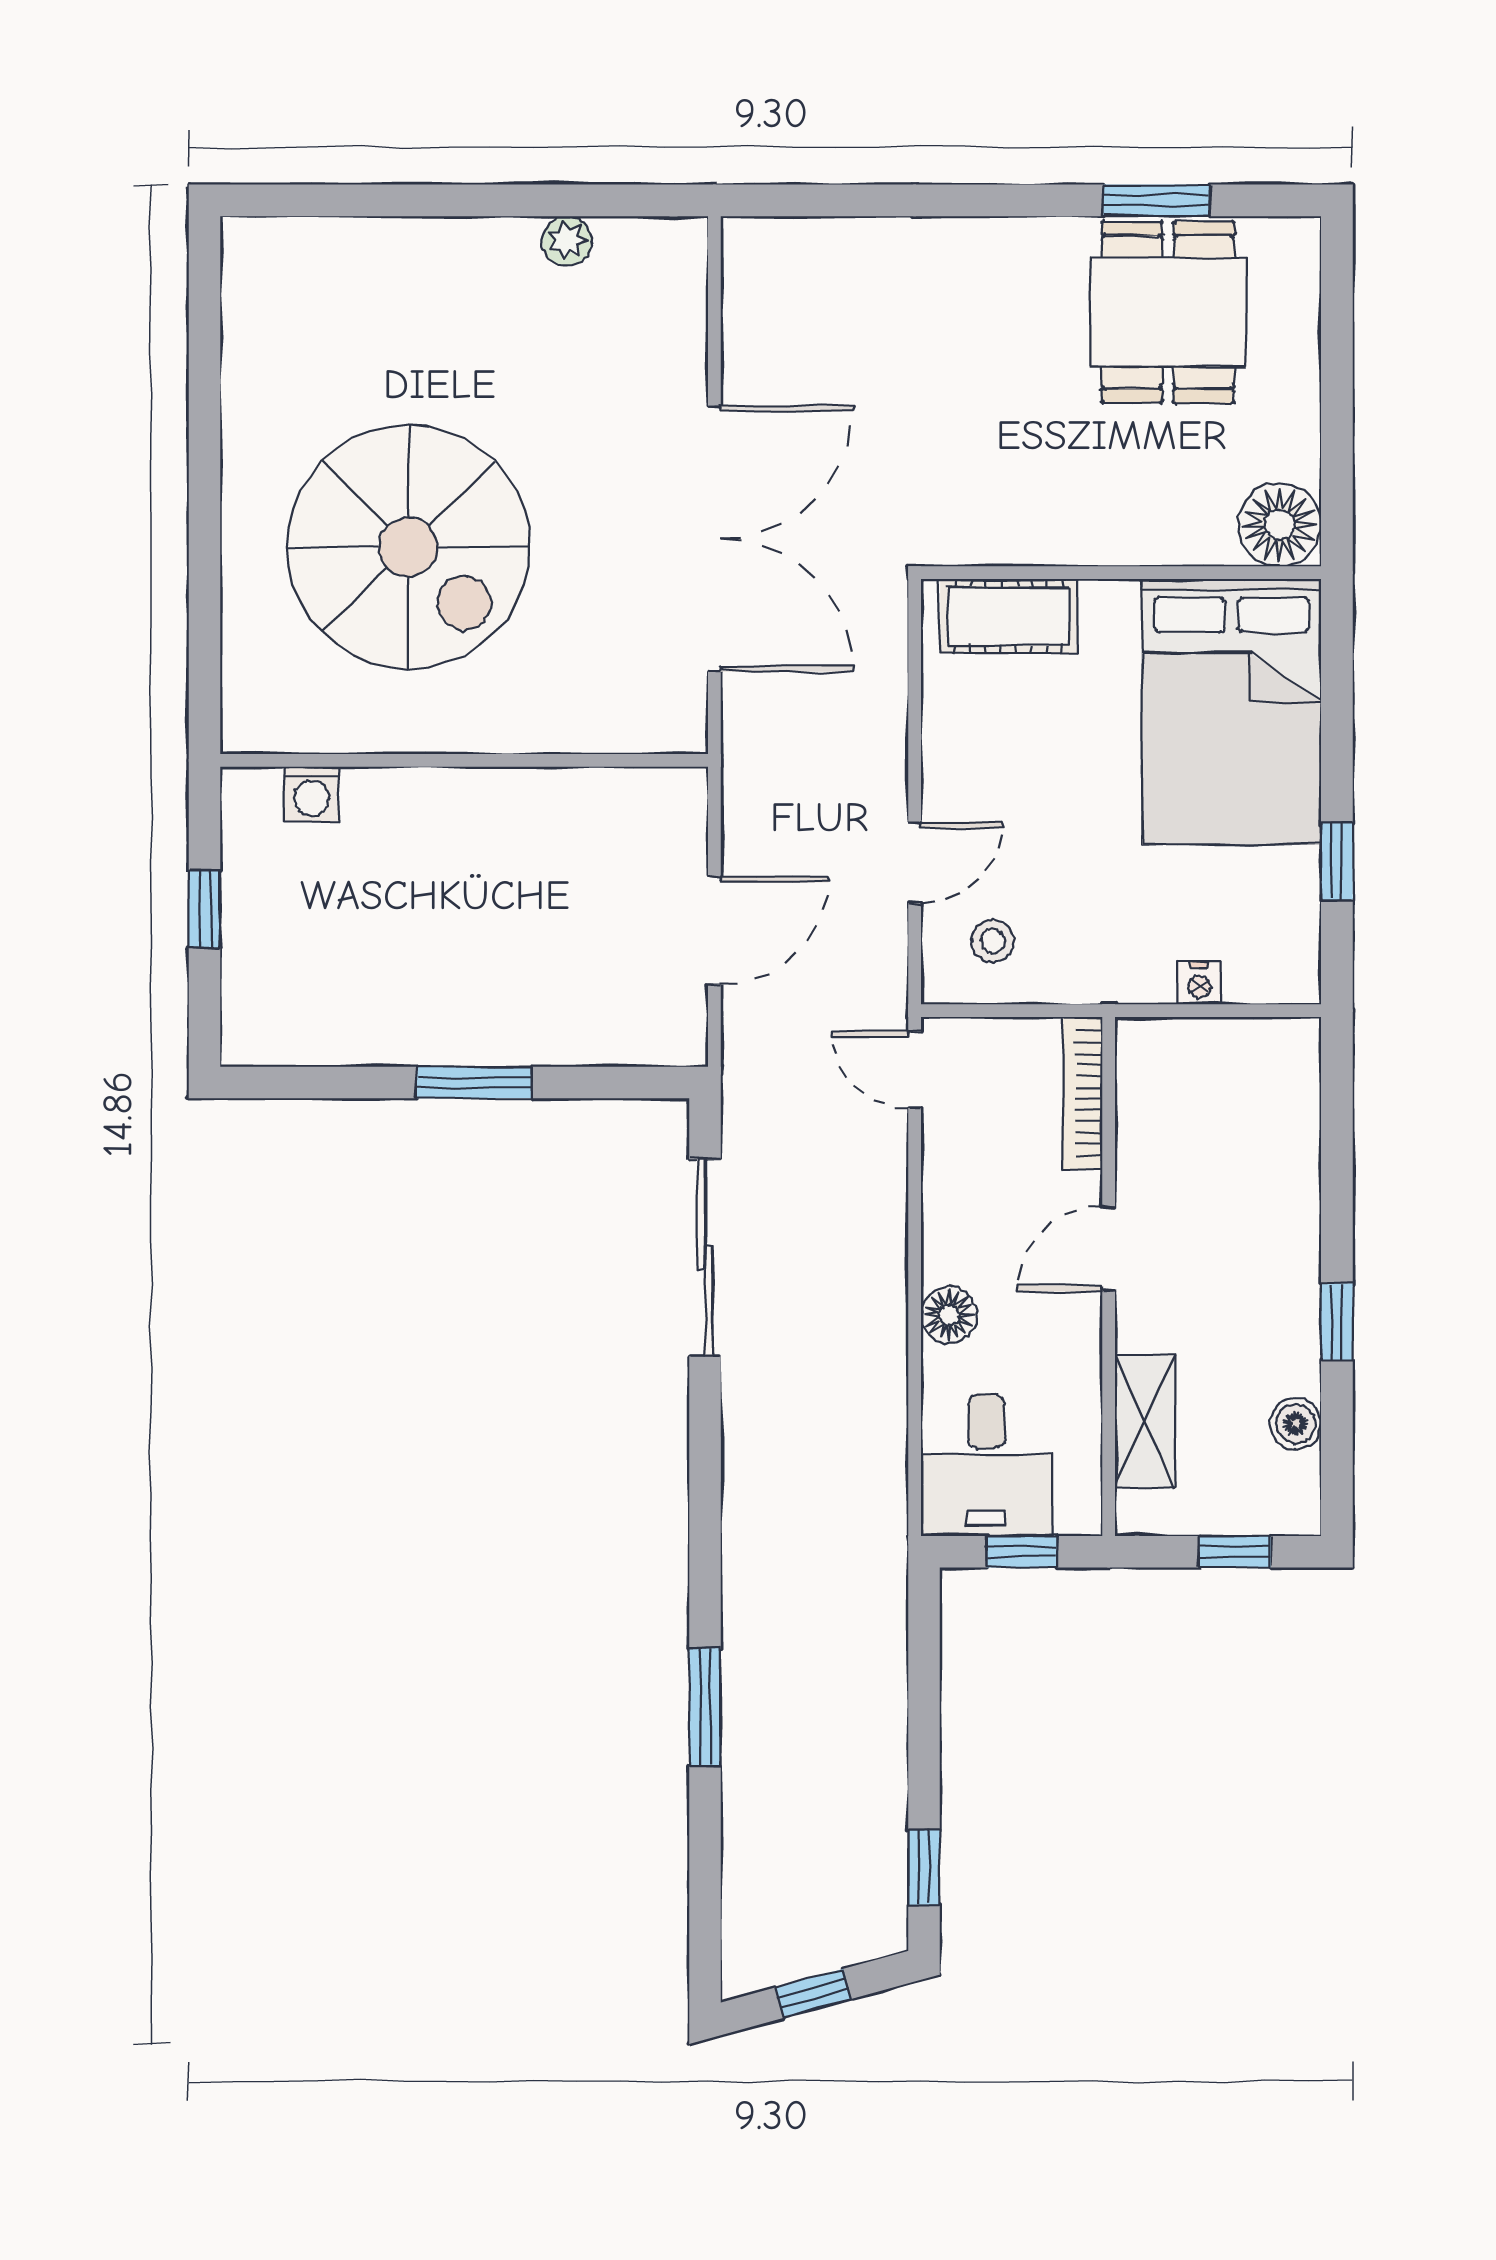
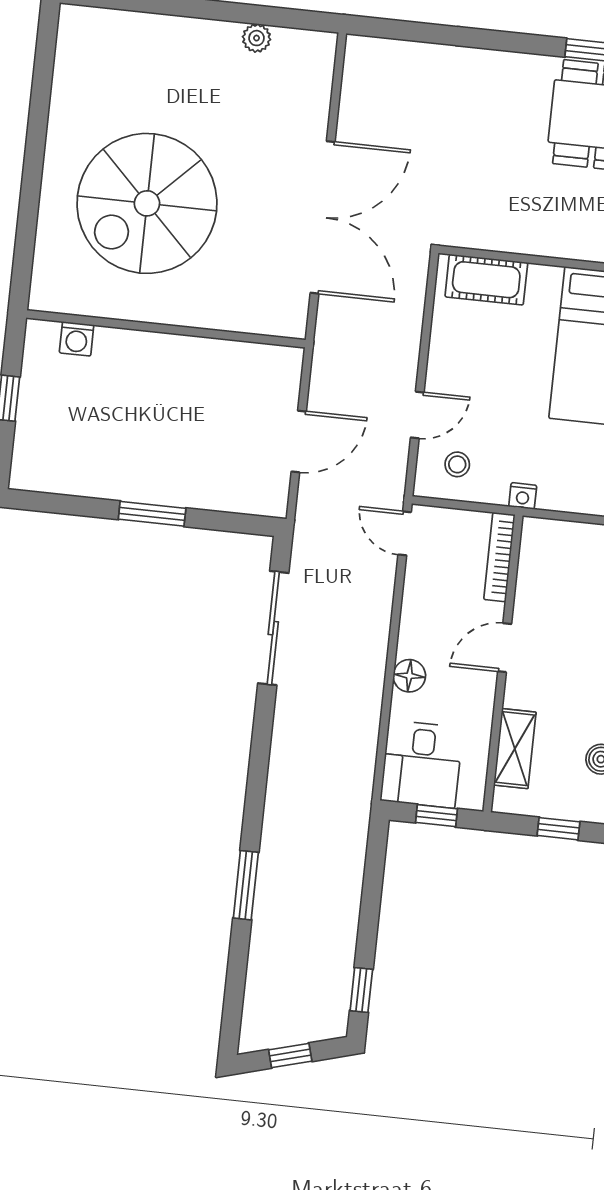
spiral stairs: (408, 547) -> (147, 203), turned 90
nightstand: (1200, 983) -> (523, 496), moved

